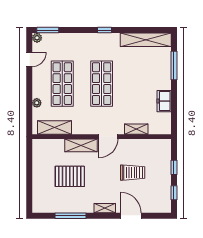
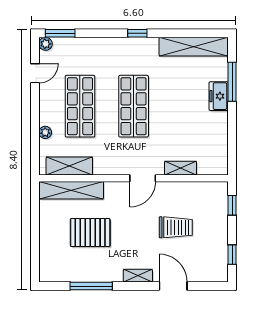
freezer: (164, 101) -> (219, 96), moved
shelving: (81, 145) -> (71, 190), moved, width x1.47
window: (174, 167) -> (232, 205), moved

